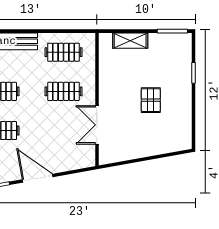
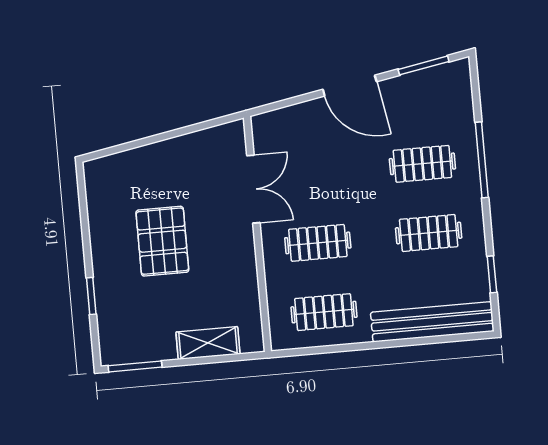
pallet: (151, 100) -> (162, 241), width x1.50, depth x1.42

